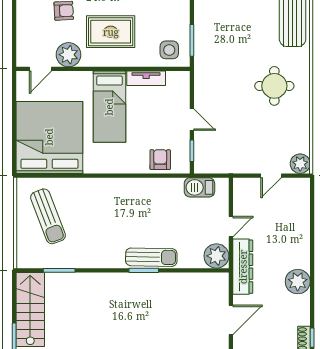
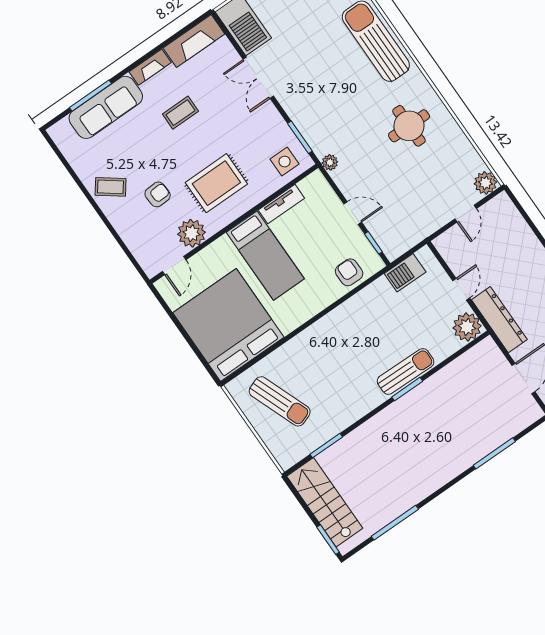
plant: (201, 73) -> (330, 162), added

